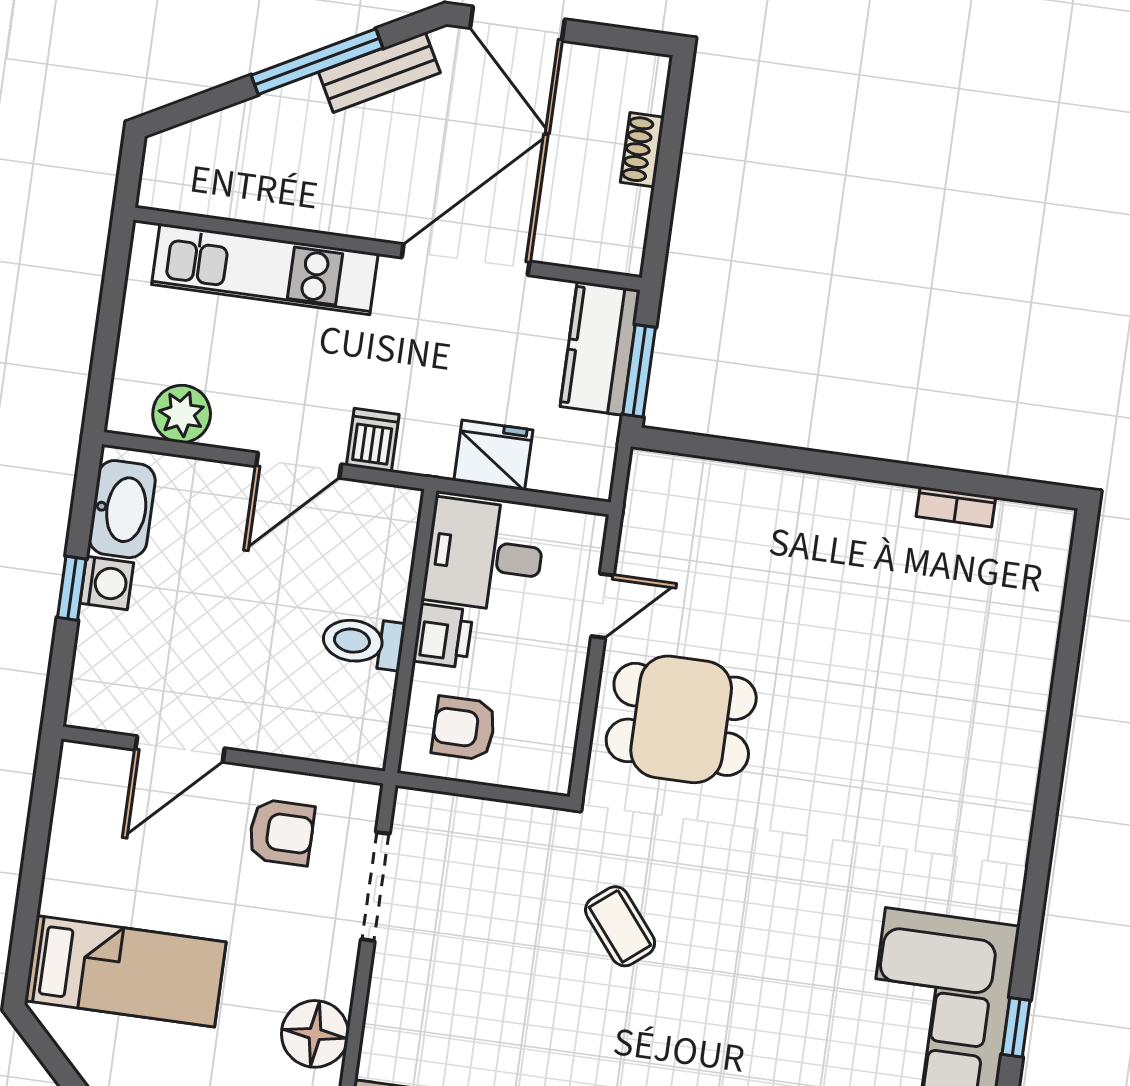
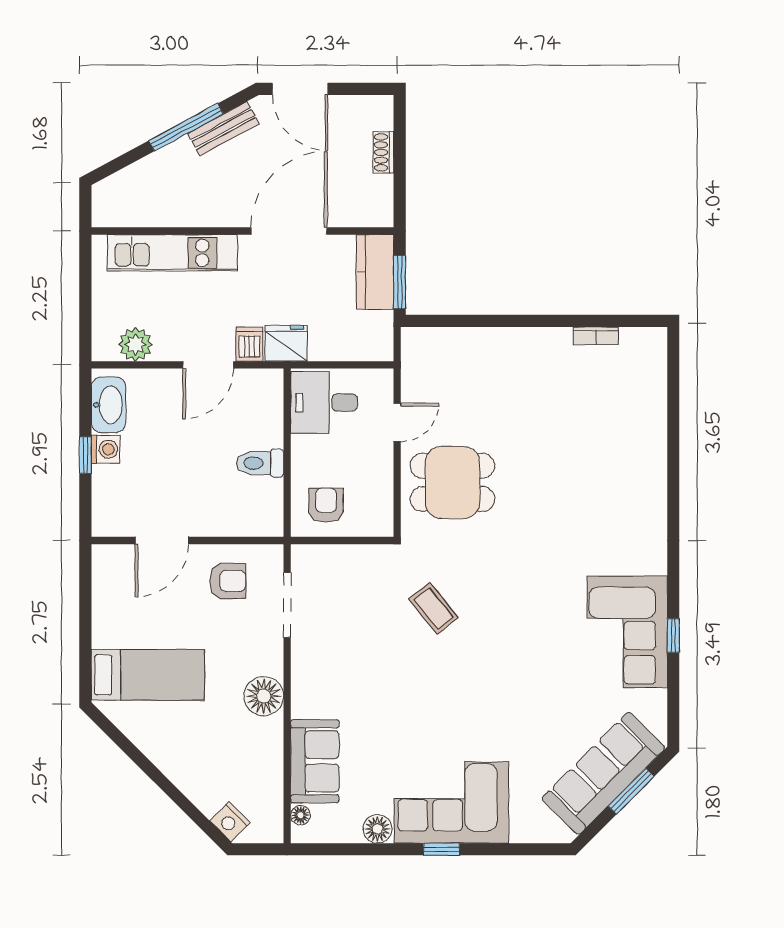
fridge: (493, 455) -> (286, 343), moved
printer: (443, 636) -> (306, 453), removed
armchair: (464, 728) -> (326, 505), turned 90

